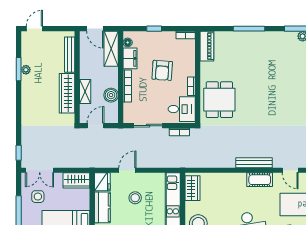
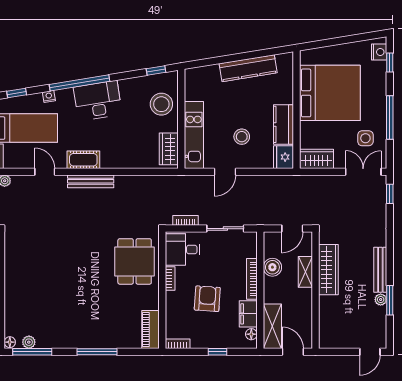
bench: (70, 55) -> (380, 270), moved
door: (127, 170) -> (225, 172), moved

